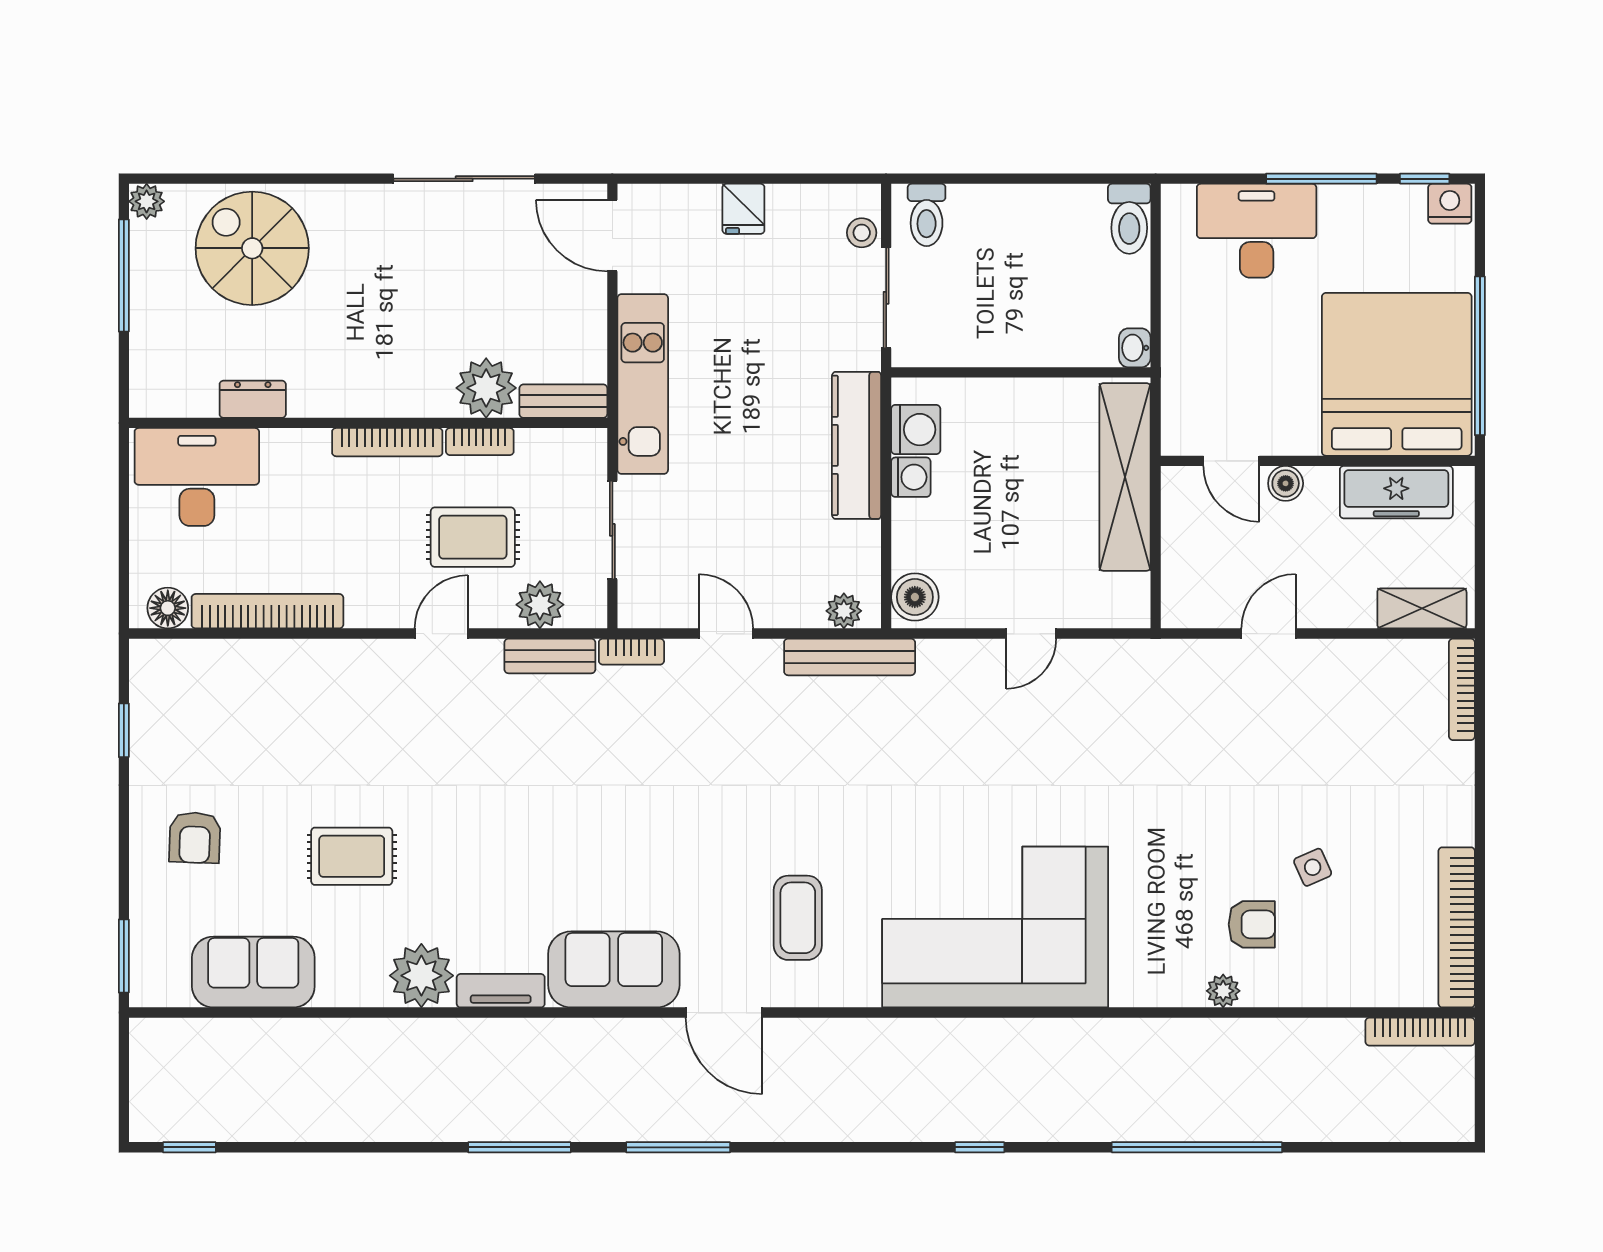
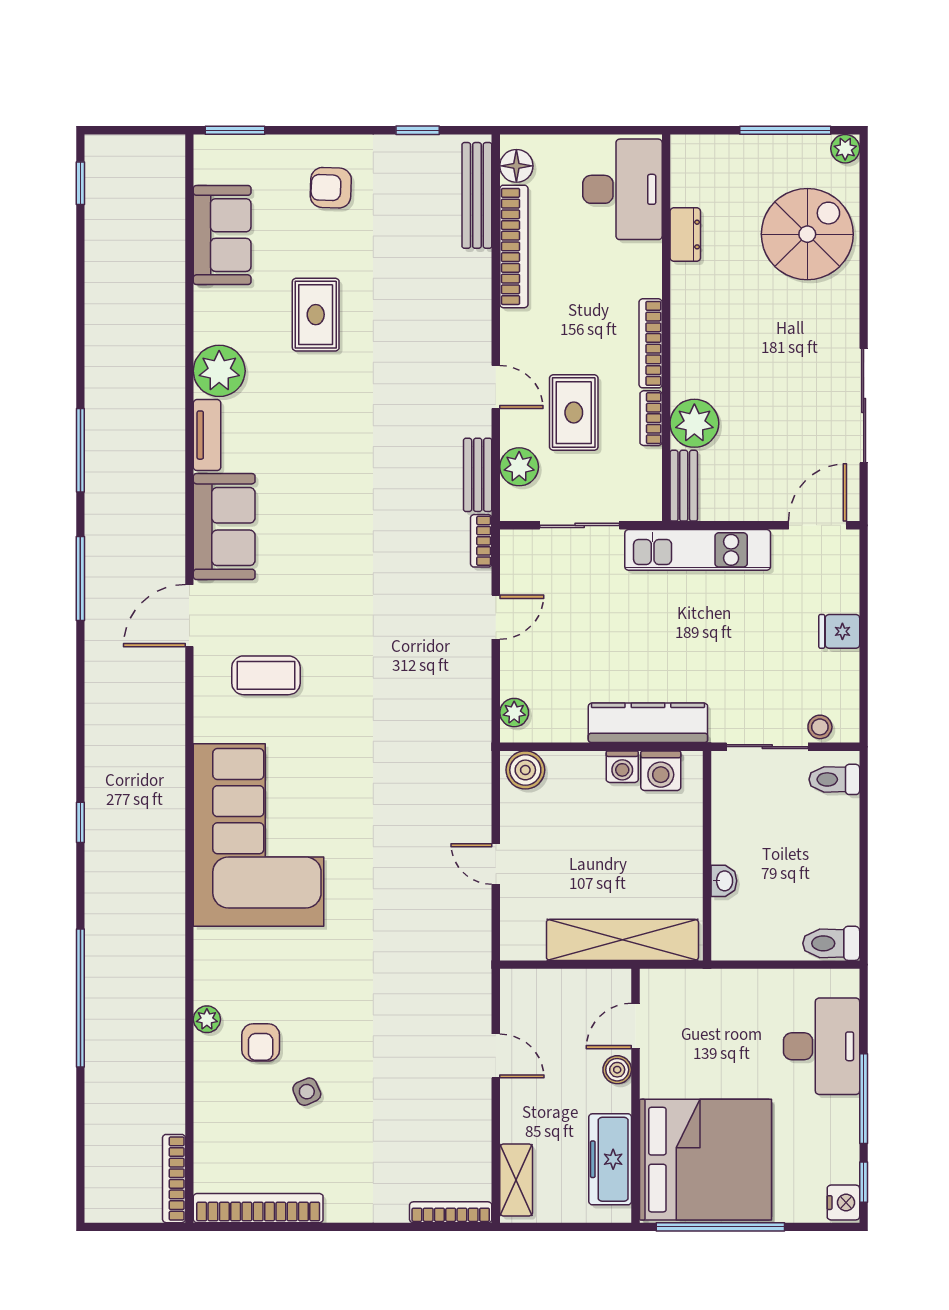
washbasin: (1135, 348) -> (724, 881), moved, turned 90
bench: (850, 657) -> (477, 195), moved

